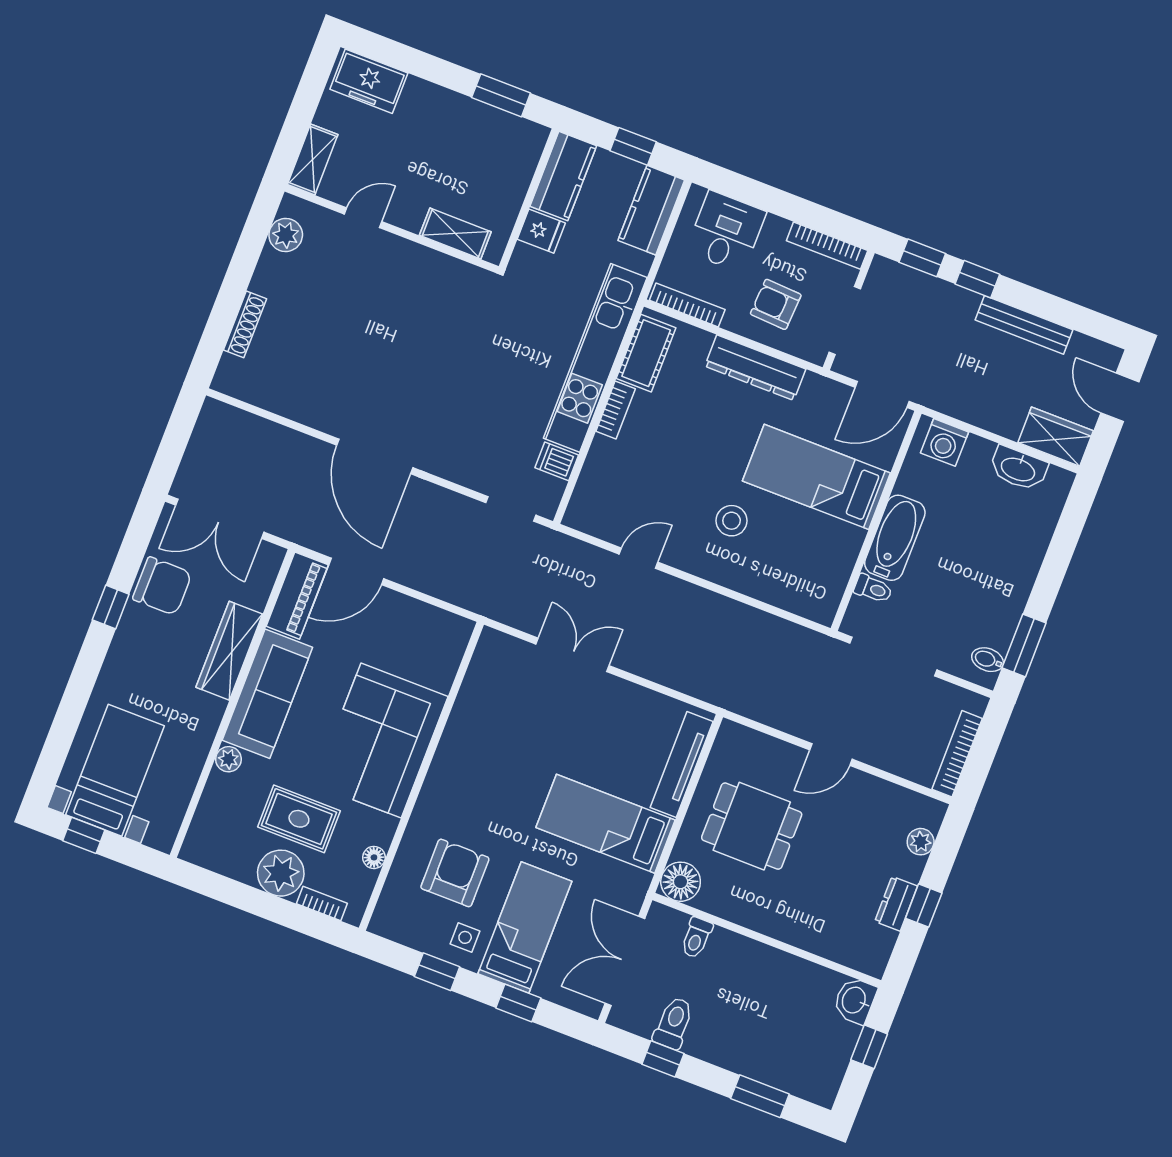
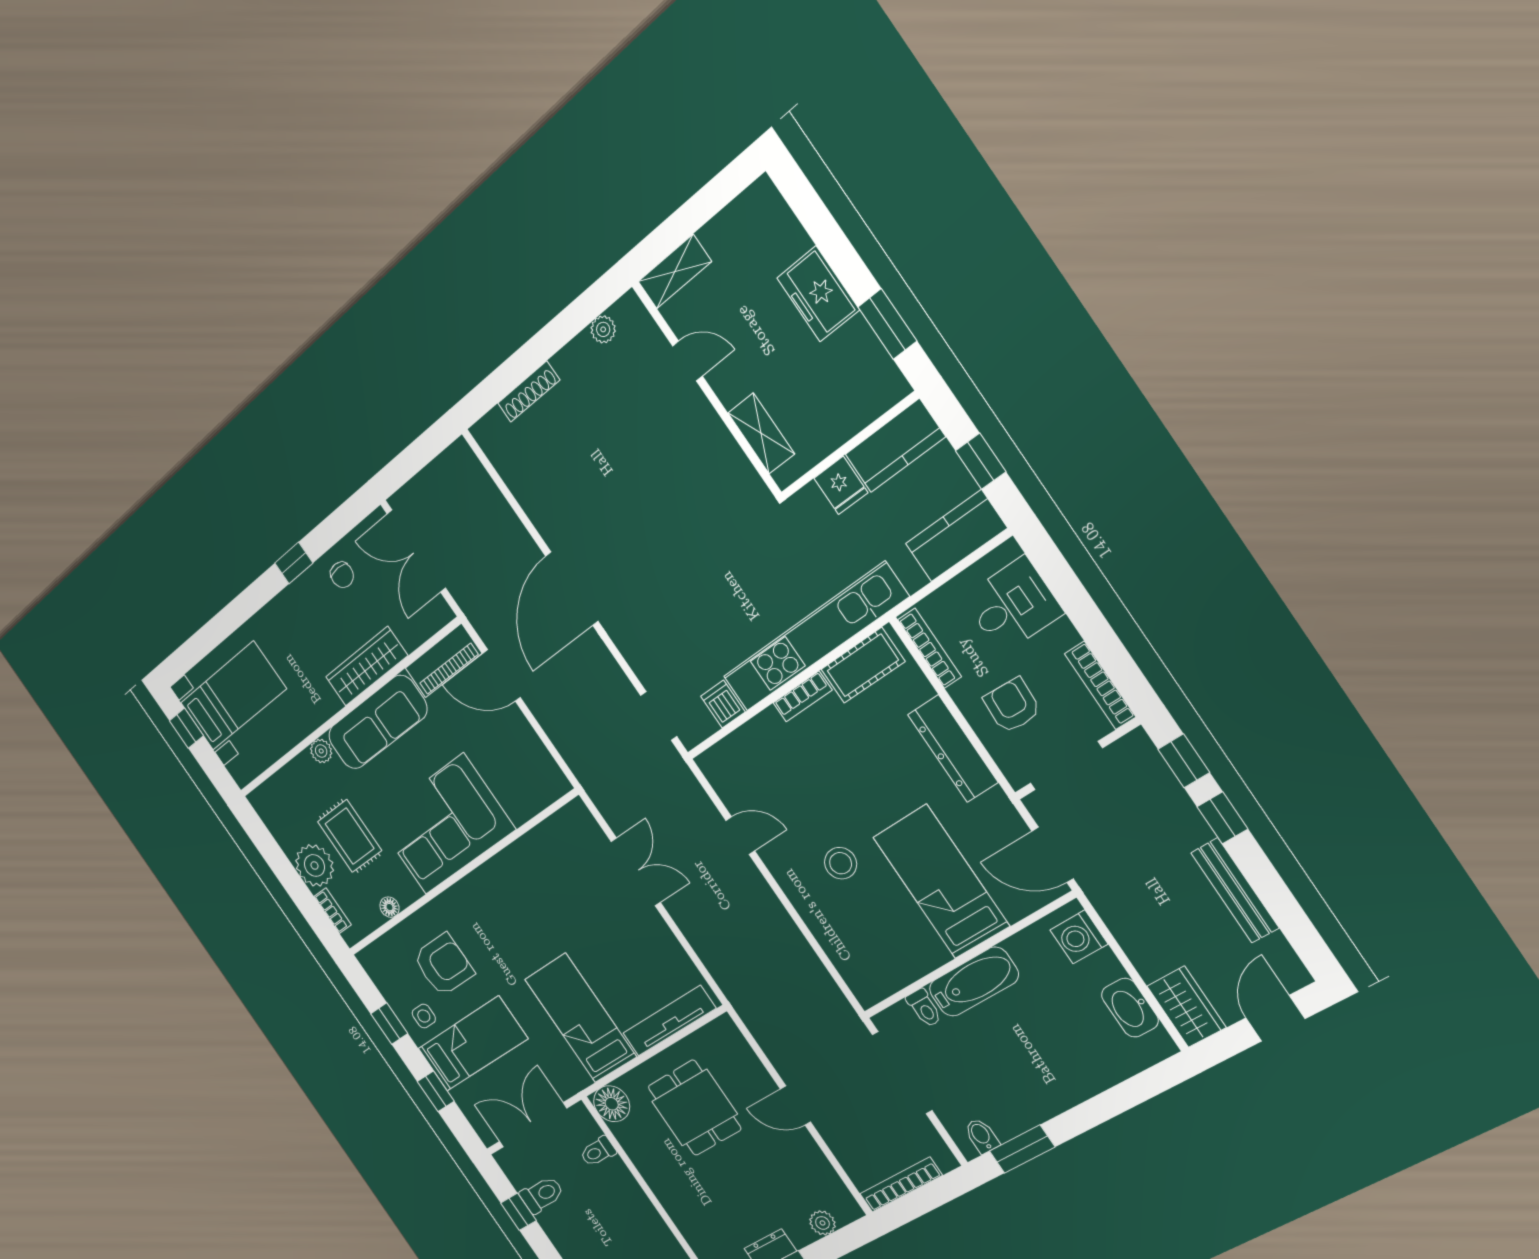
freezer: (369, 81) -> (818, 294), moved
plant: (286, 235) -> (603, 329), width x0.73, depth x0.73
chair: (162, 586) -> (342, 575), width x0.54, depth x0.54

